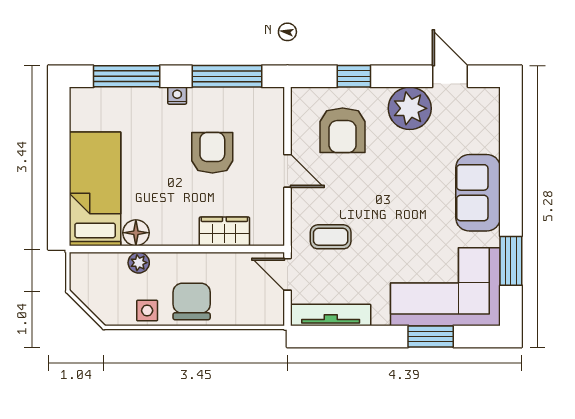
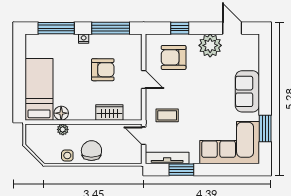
armchair: (343, 130) -> (174, 57), turned 90
armchair: (212, 153) -> (103, 70), turned 90
window: (431, 336) -> (181, 170), moved

